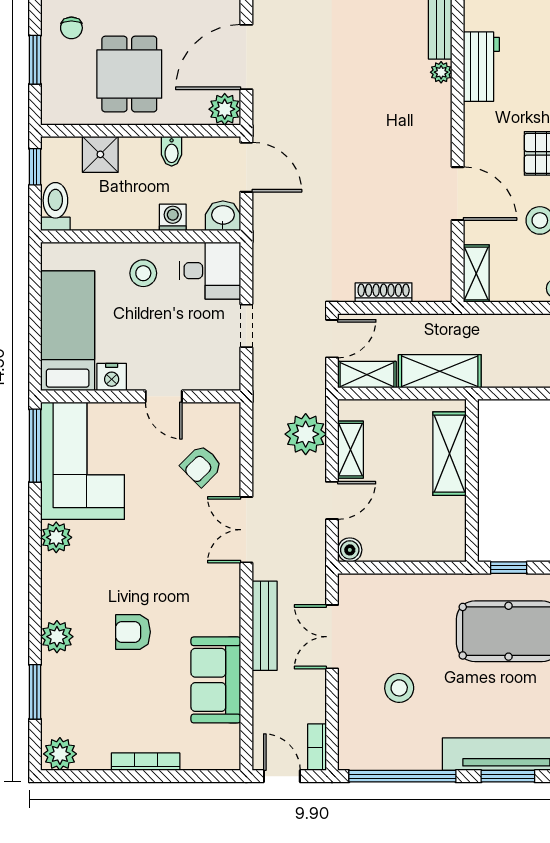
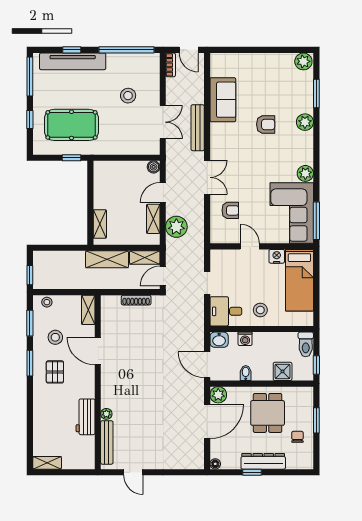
shelving: (449, 454) -> (100, 224), width x0.67, depth x0.75
armchair: (201, 466) -> (230, 210), turned 45
bookcase: (146, 762) -> (259, 57), removed
window: (508, 776) -> (72, 50), width x0.67

